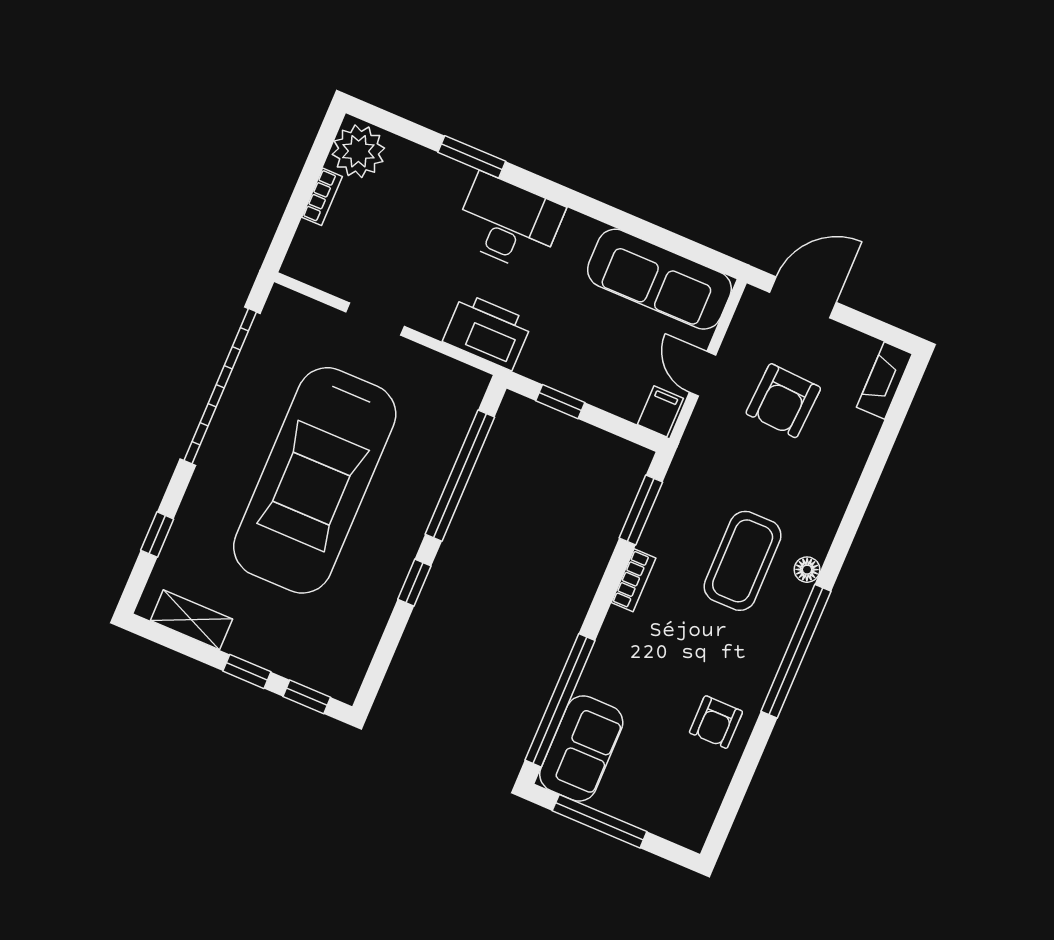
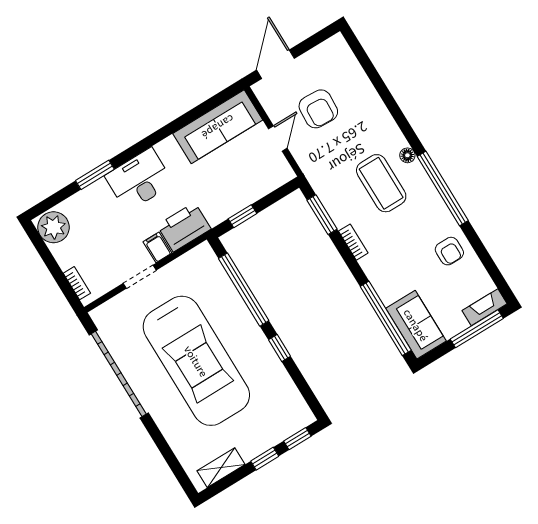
bookcase: (322, 197) -> (77, 283), moved
door: (703, 374) -> (278, 138), swing flipped
fireplace: (884, 381) -> (485, 307), moved, turned 90
filing cabinet: (660, 411) -> (157, 247), moved
window: (157, 535) -> (168, 455), removed
window: (600, 821) -> (477, 329), moved

